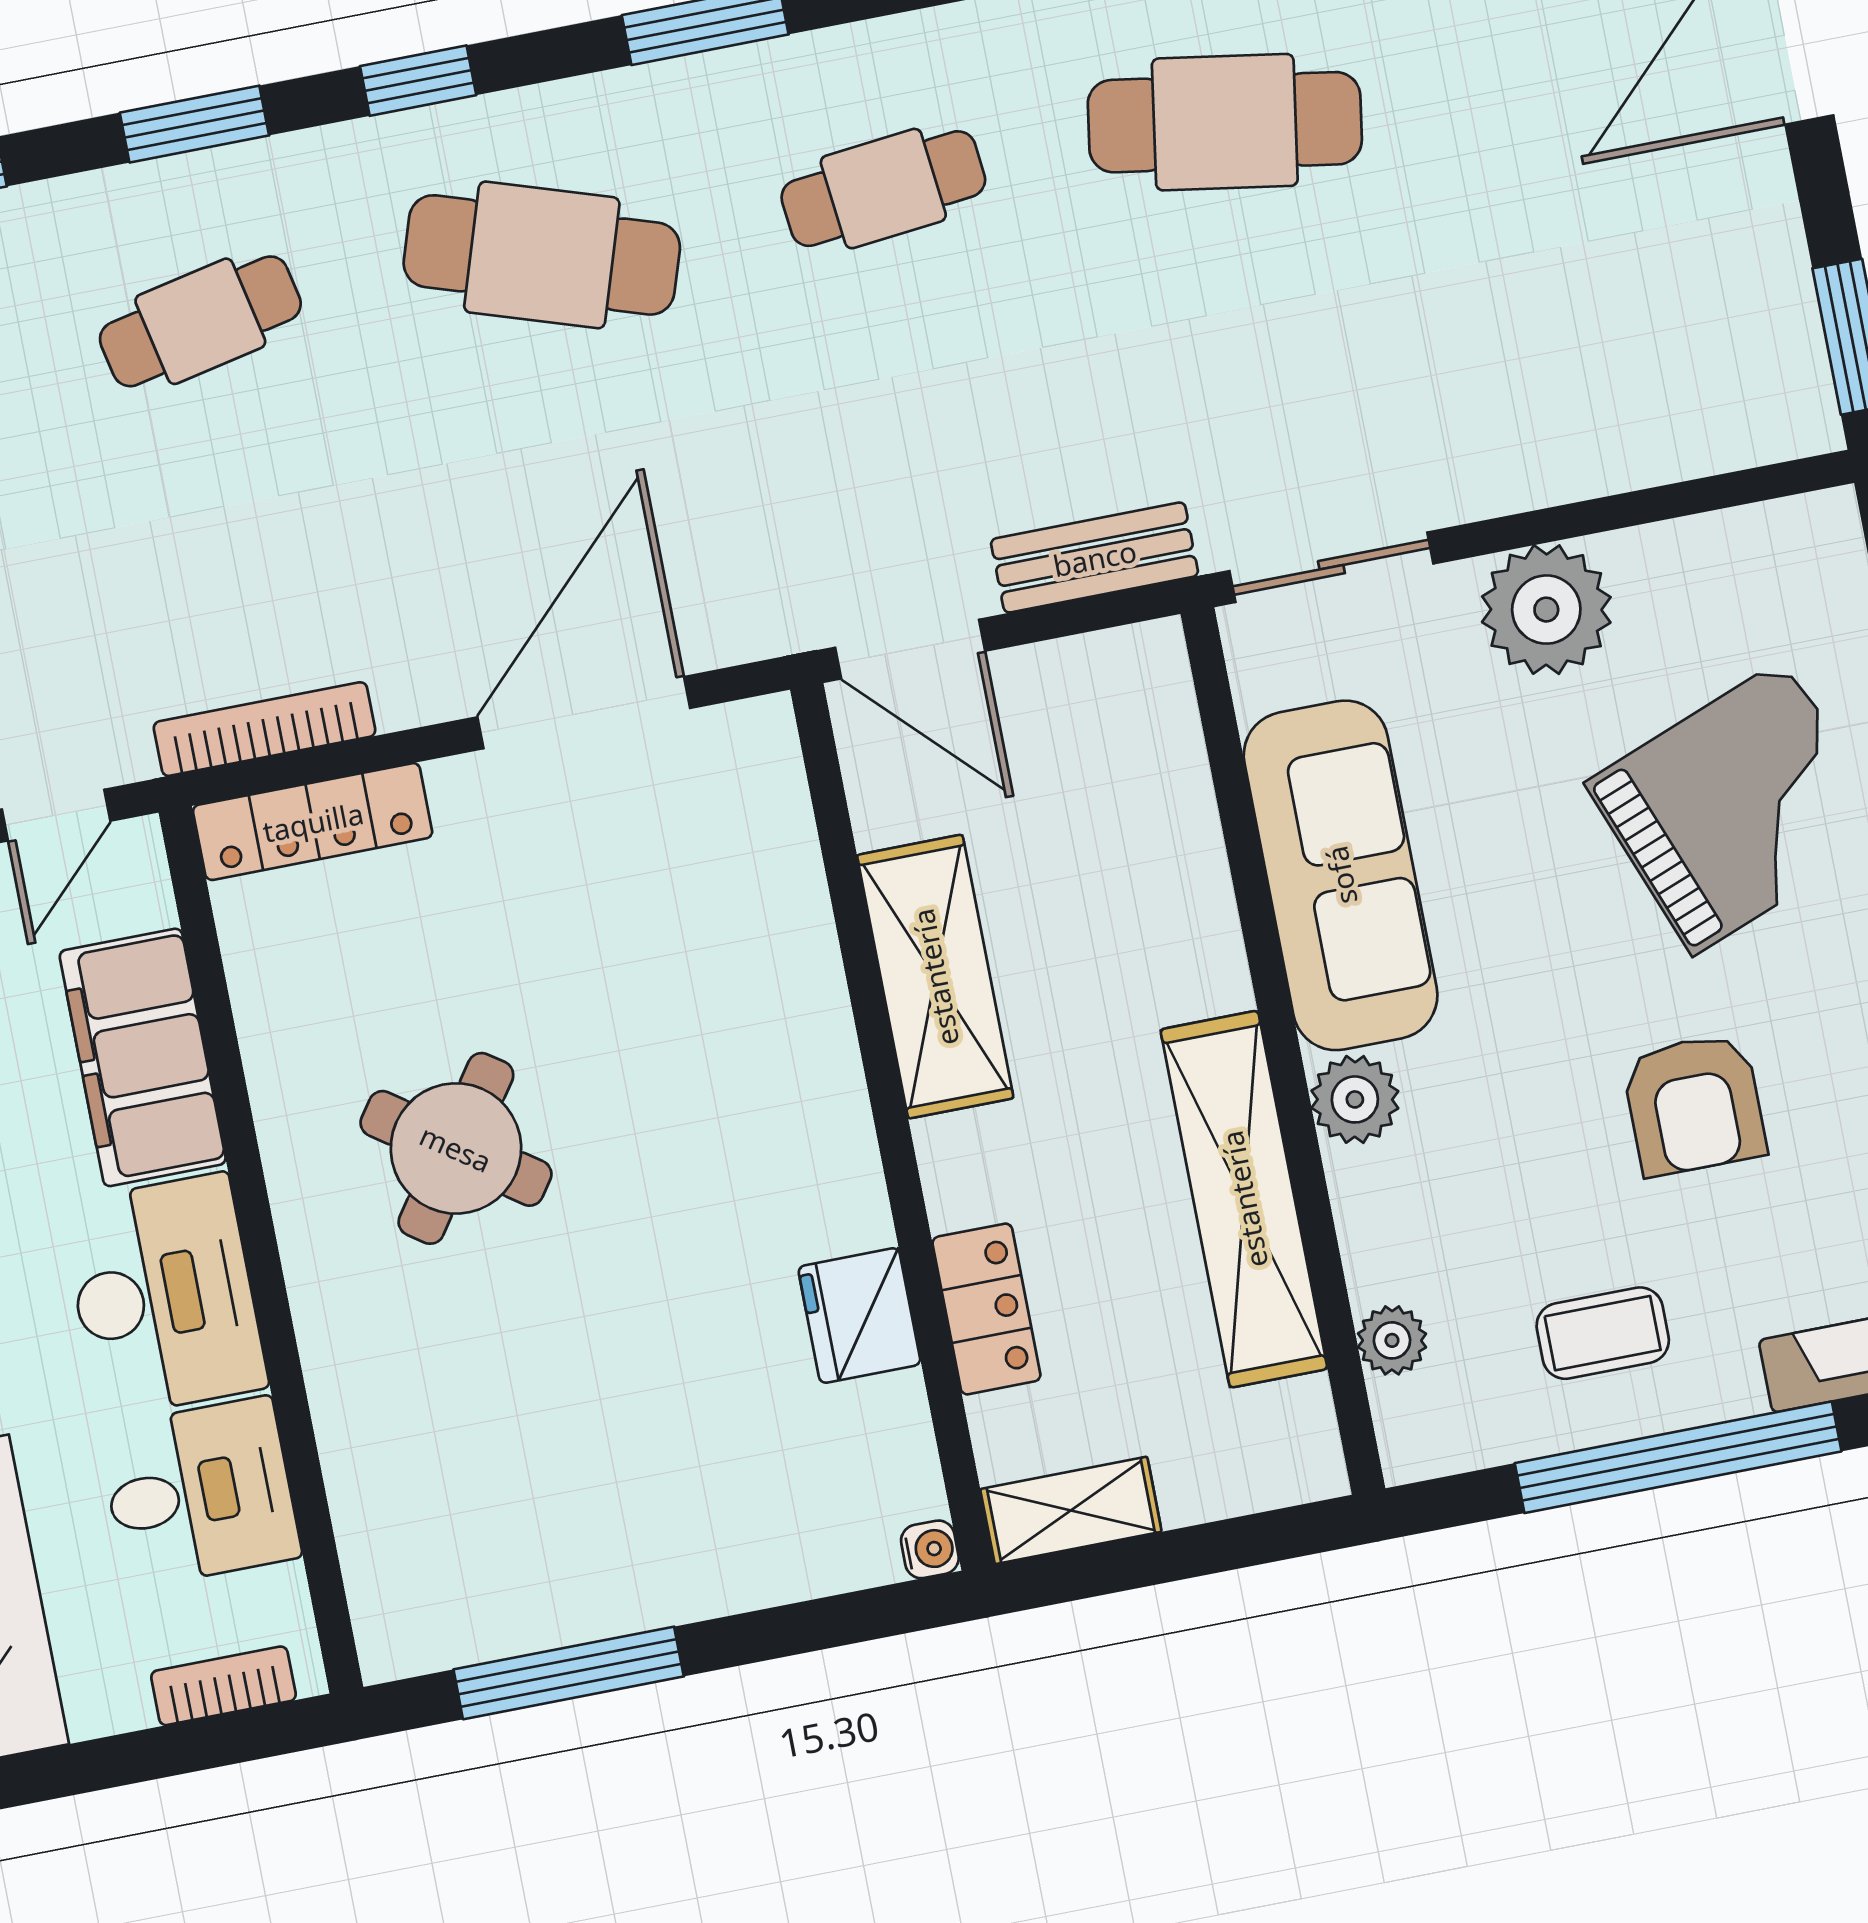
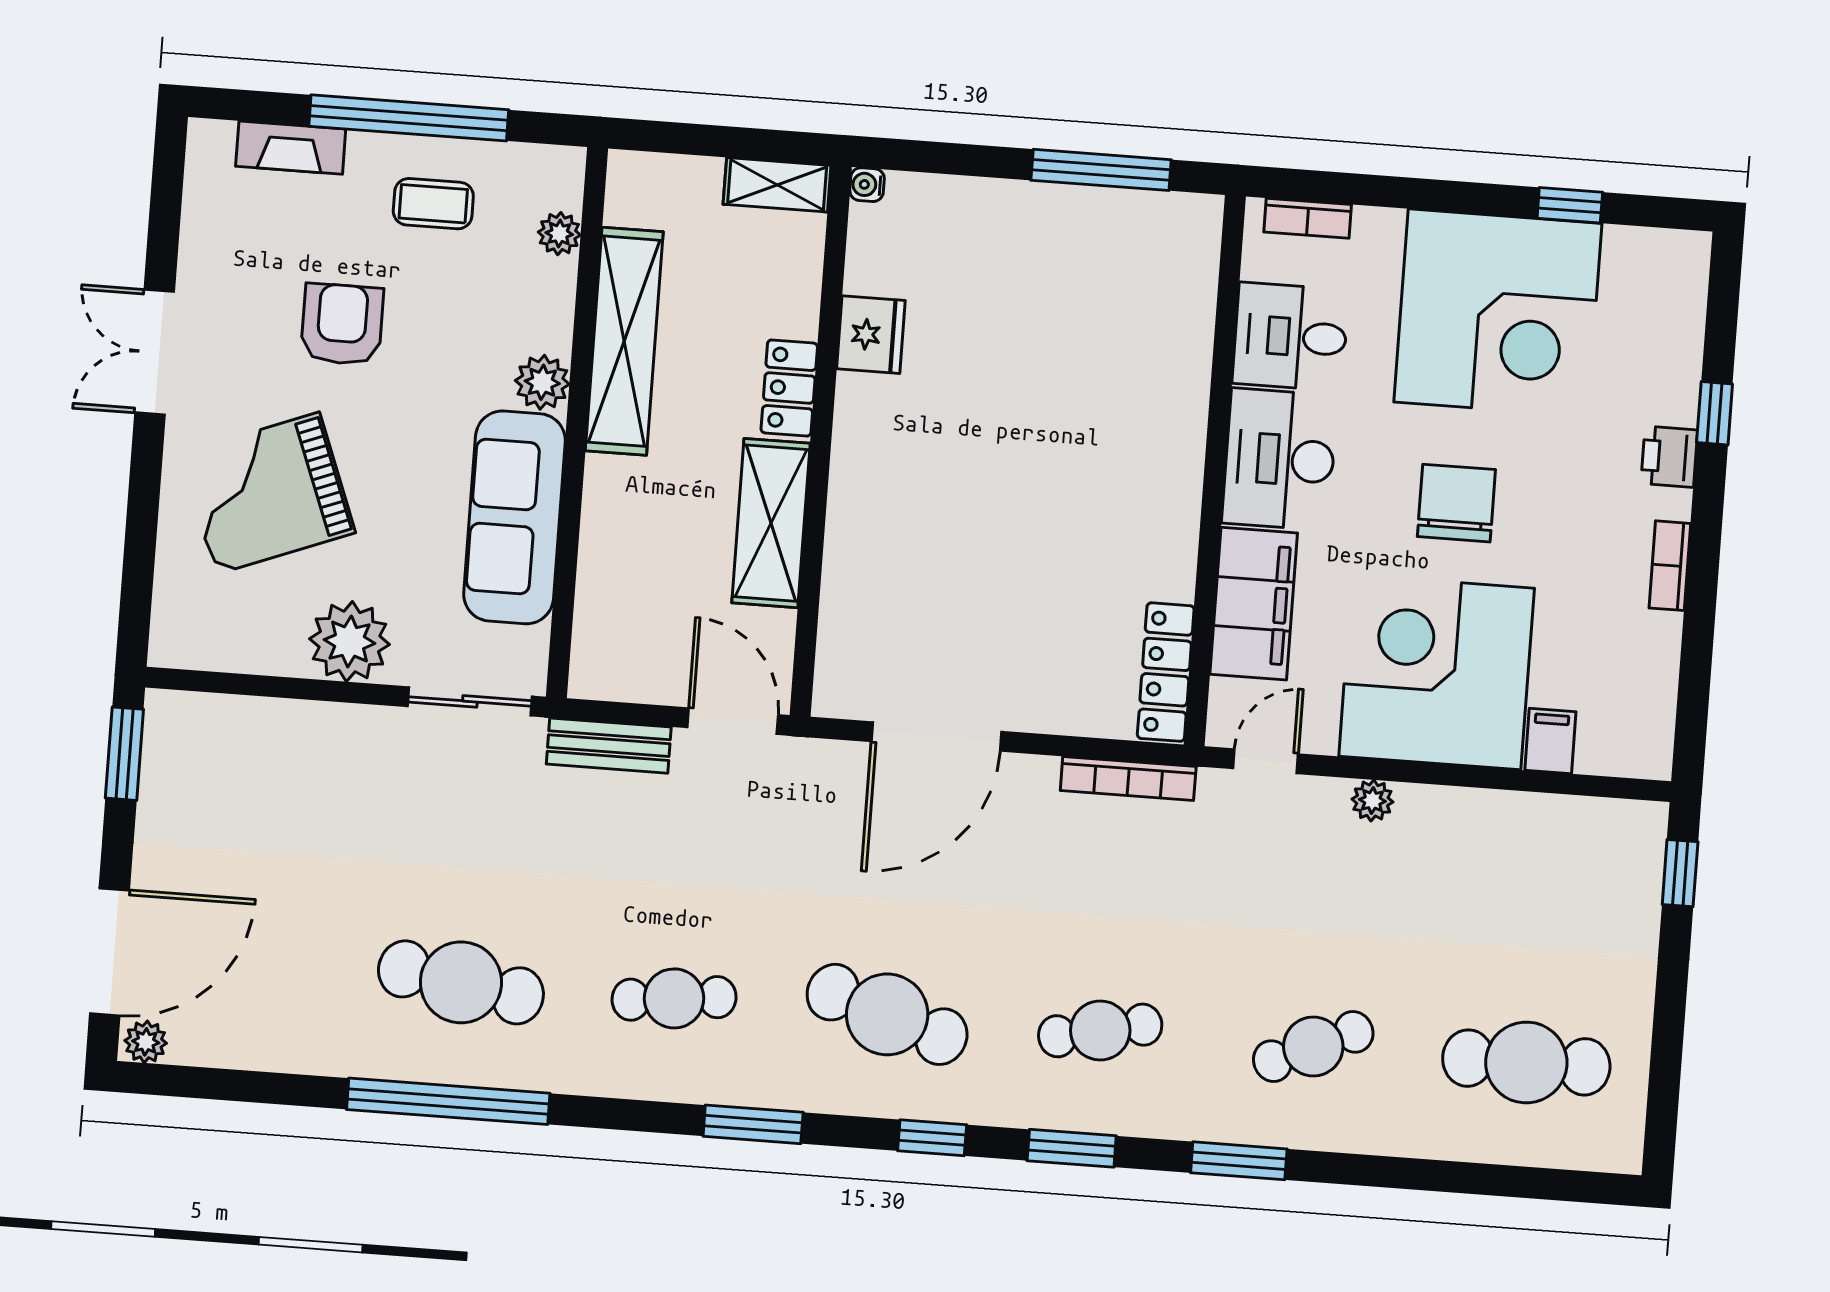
locker: (313, 822) -> (1166, 672), moved, turned -90
round table: (456, 1148) -> (1083, 499), removed
locker: (986, 1309) -> (789, 388), moved

